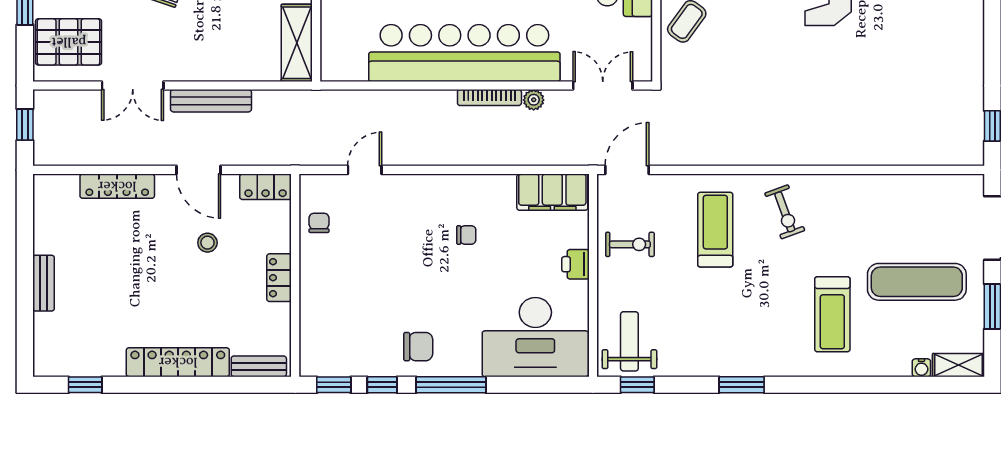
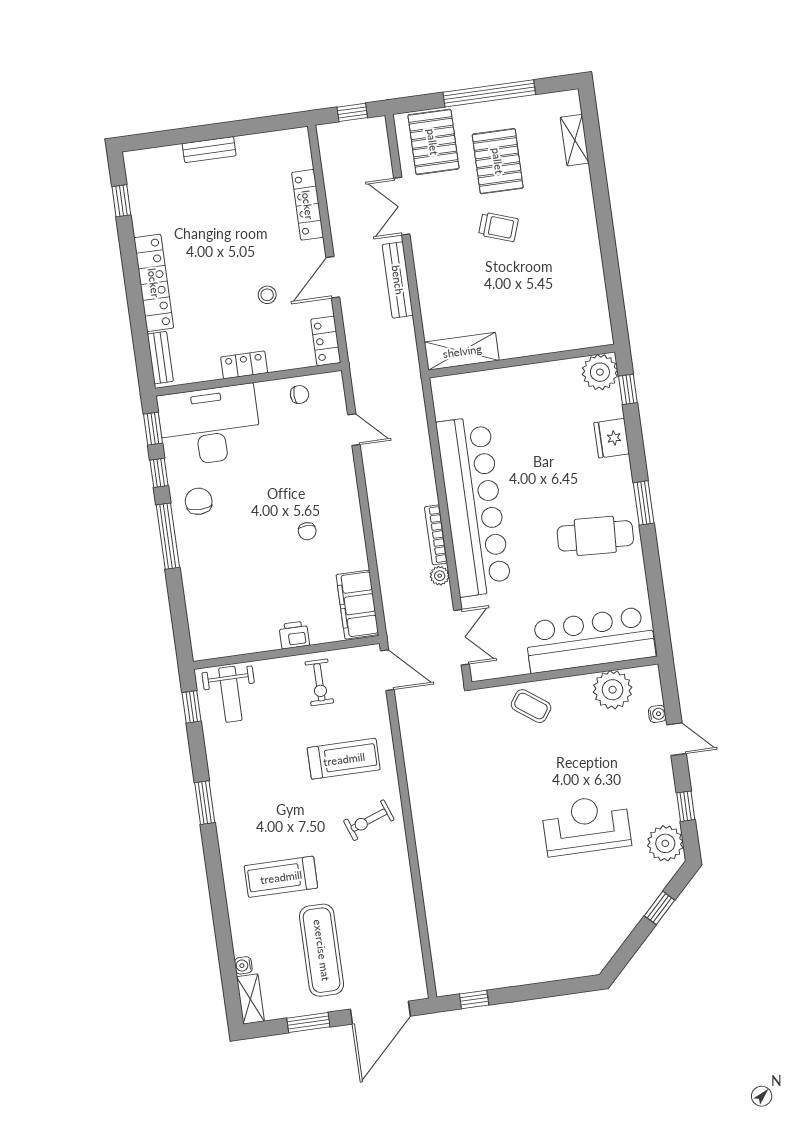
desk: (535, 337) -> (209, 426), moved, turned 90
weight bench: (629, 341) -> (230, 694), turned 90
chair: (418, 347) -> (199, 501), turned 180

